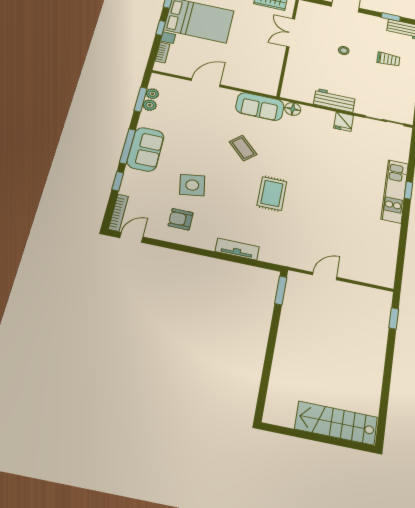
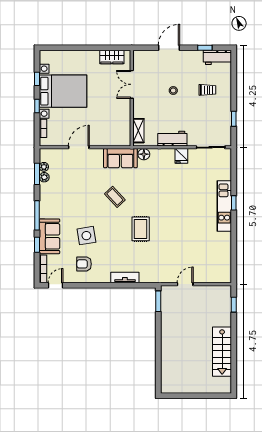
shelving: (290, 82) -> (138, 131), added
sofa: (146, 149) -> (49, 236), moved
stairs: (336, 423) -> (222, 352), moved, turned -90

